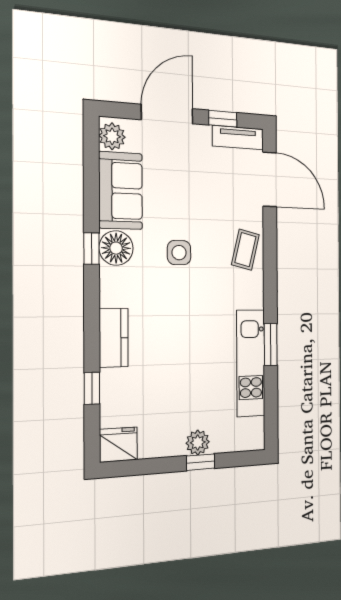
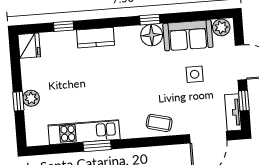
side table: (179, 253) -> (195, 74), moved

